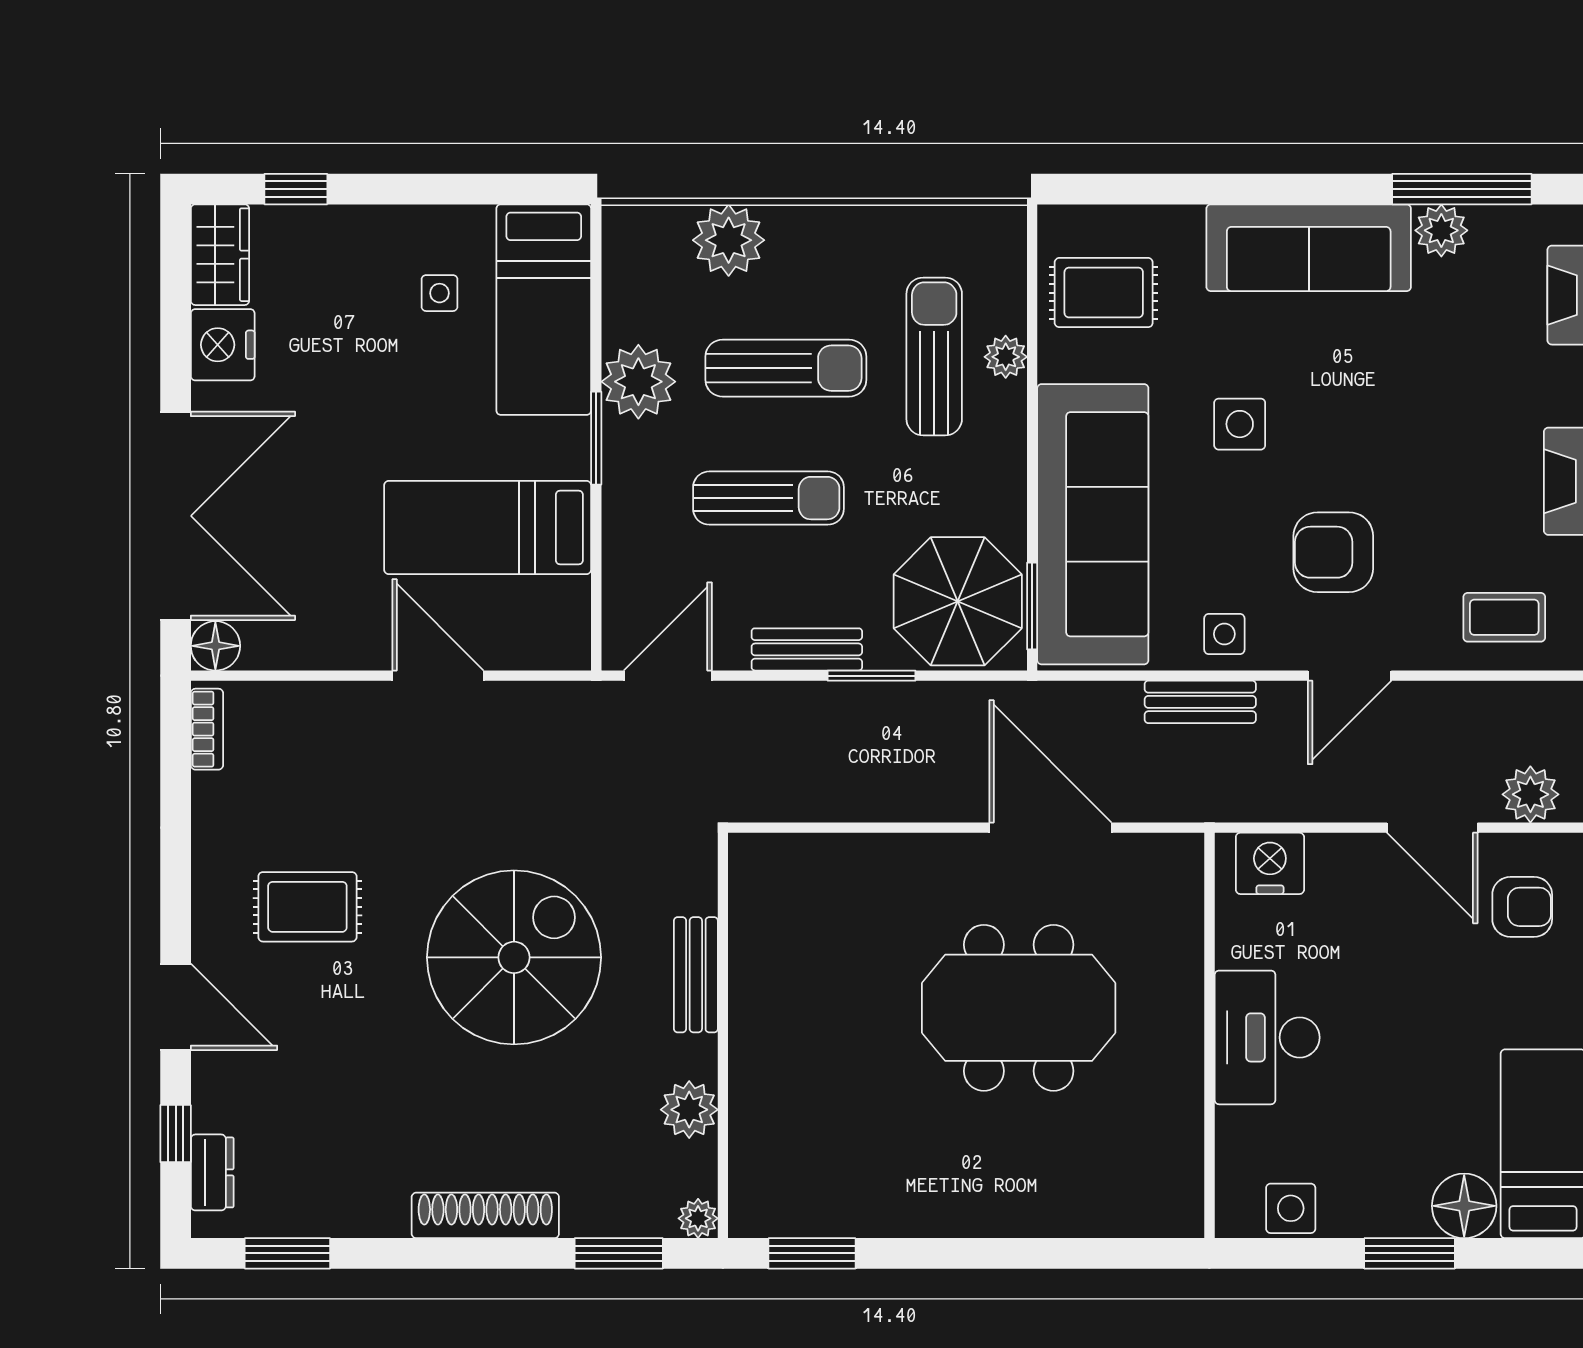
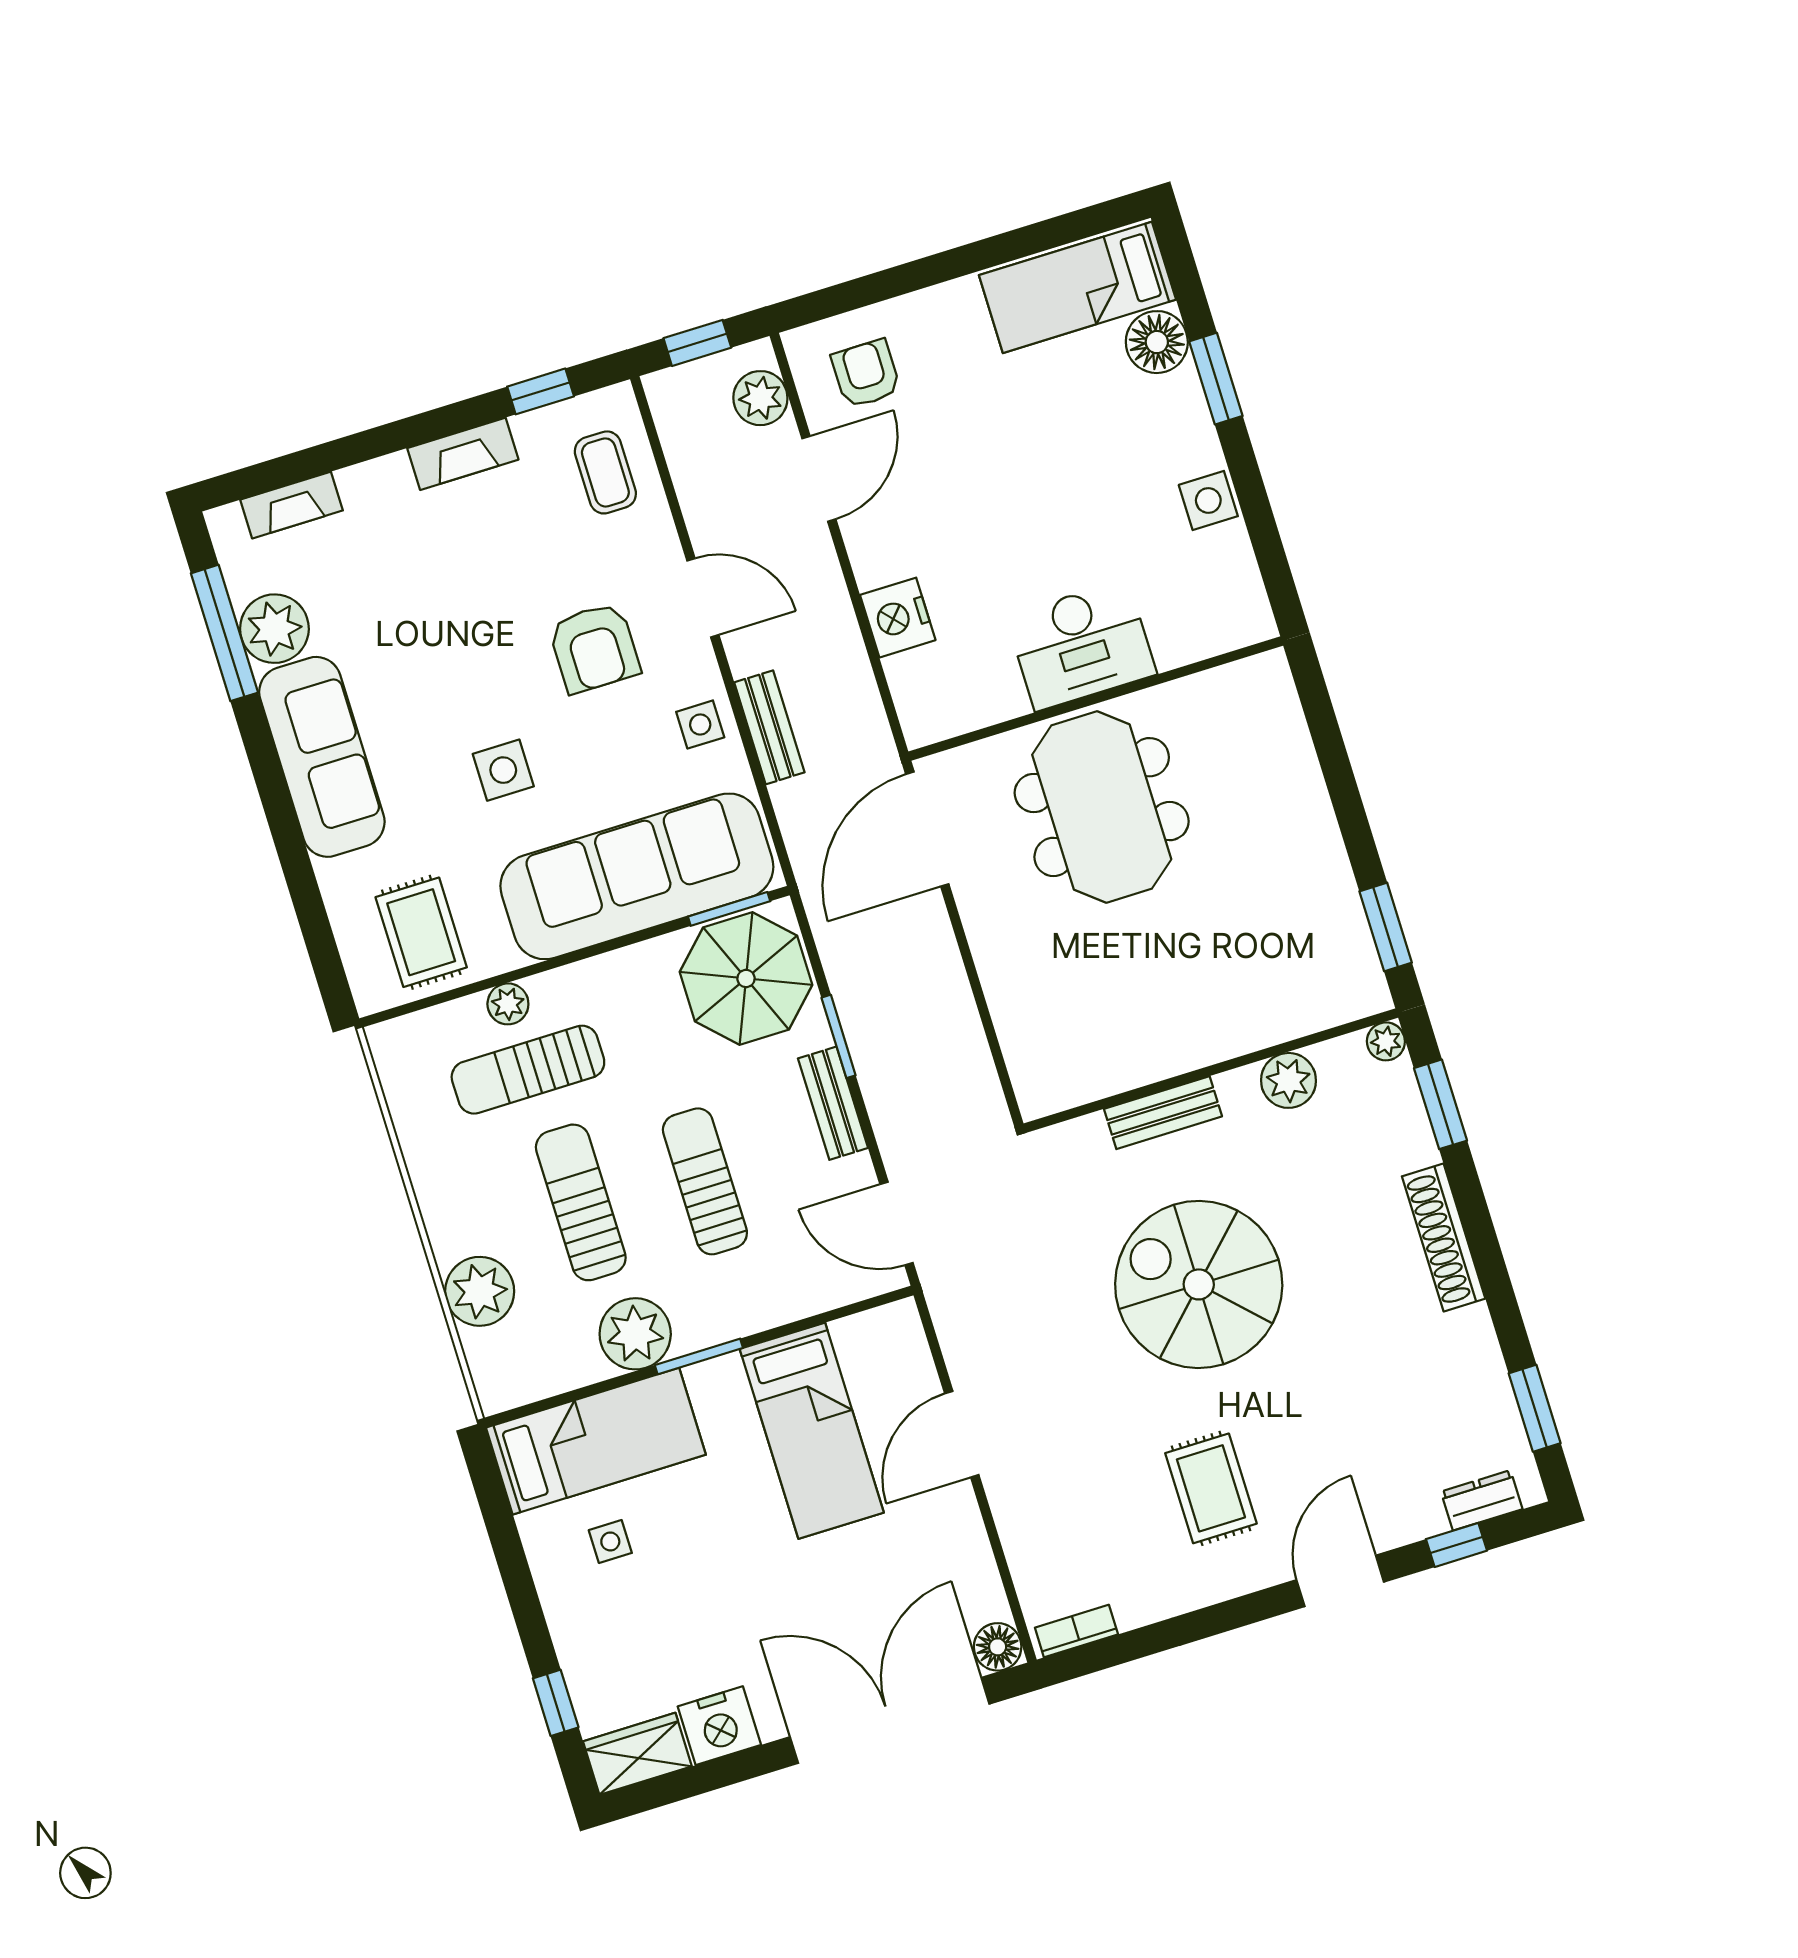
plant: (1441, 230) -> (274, 629), width x1.36, depth x1.36
wall: (1209, 1035) -> (1096, 699), moved
desk: (1267, 1037) -> (1081, 645), moved

